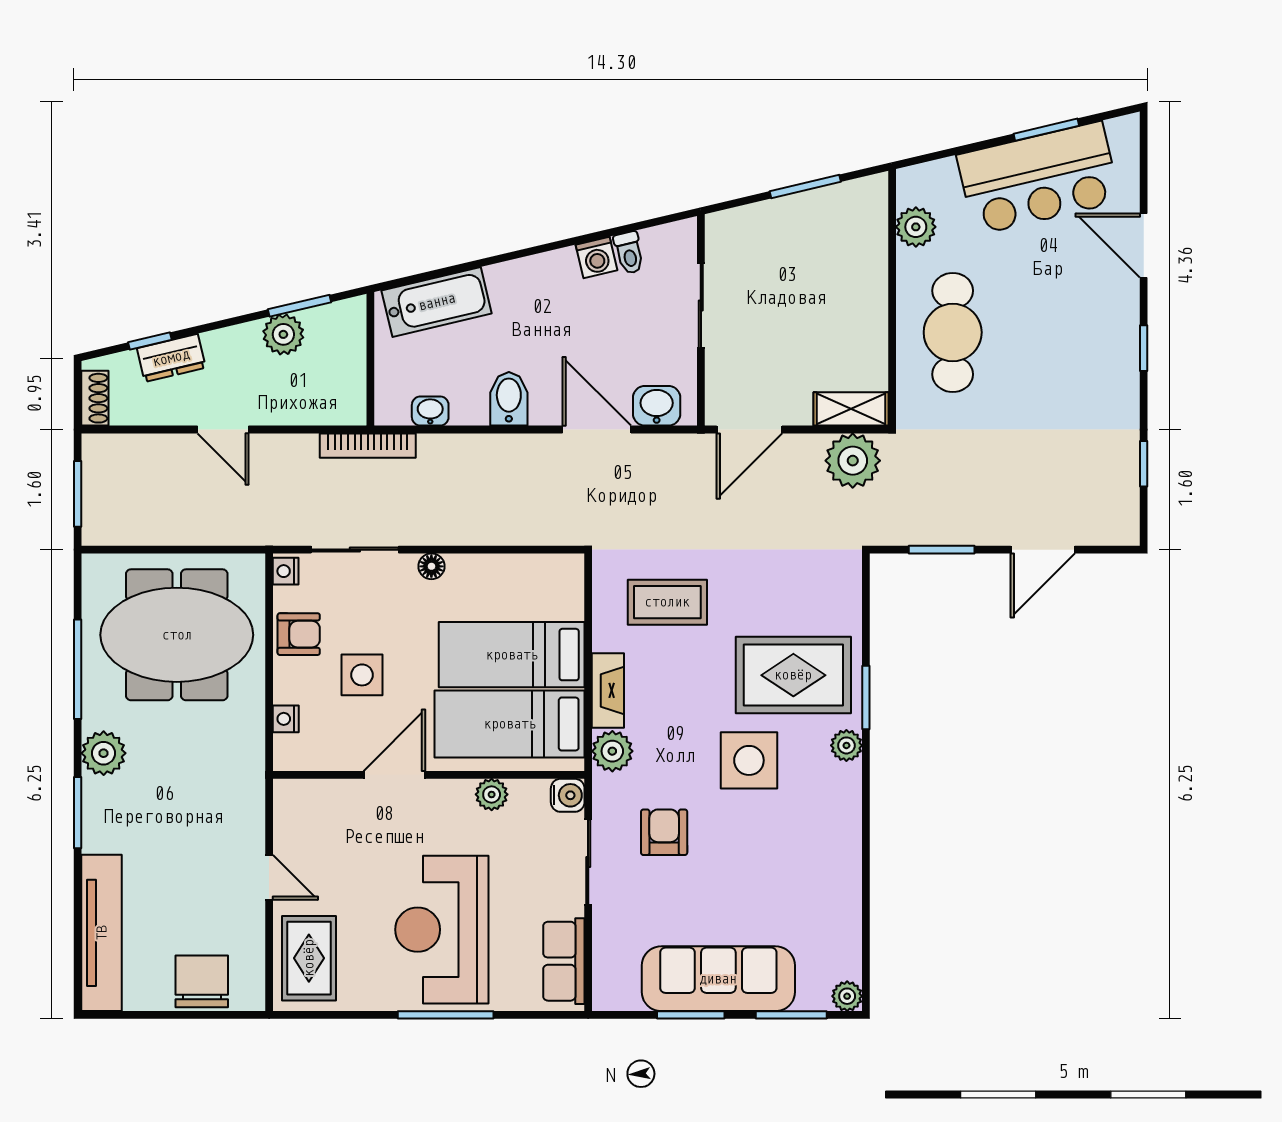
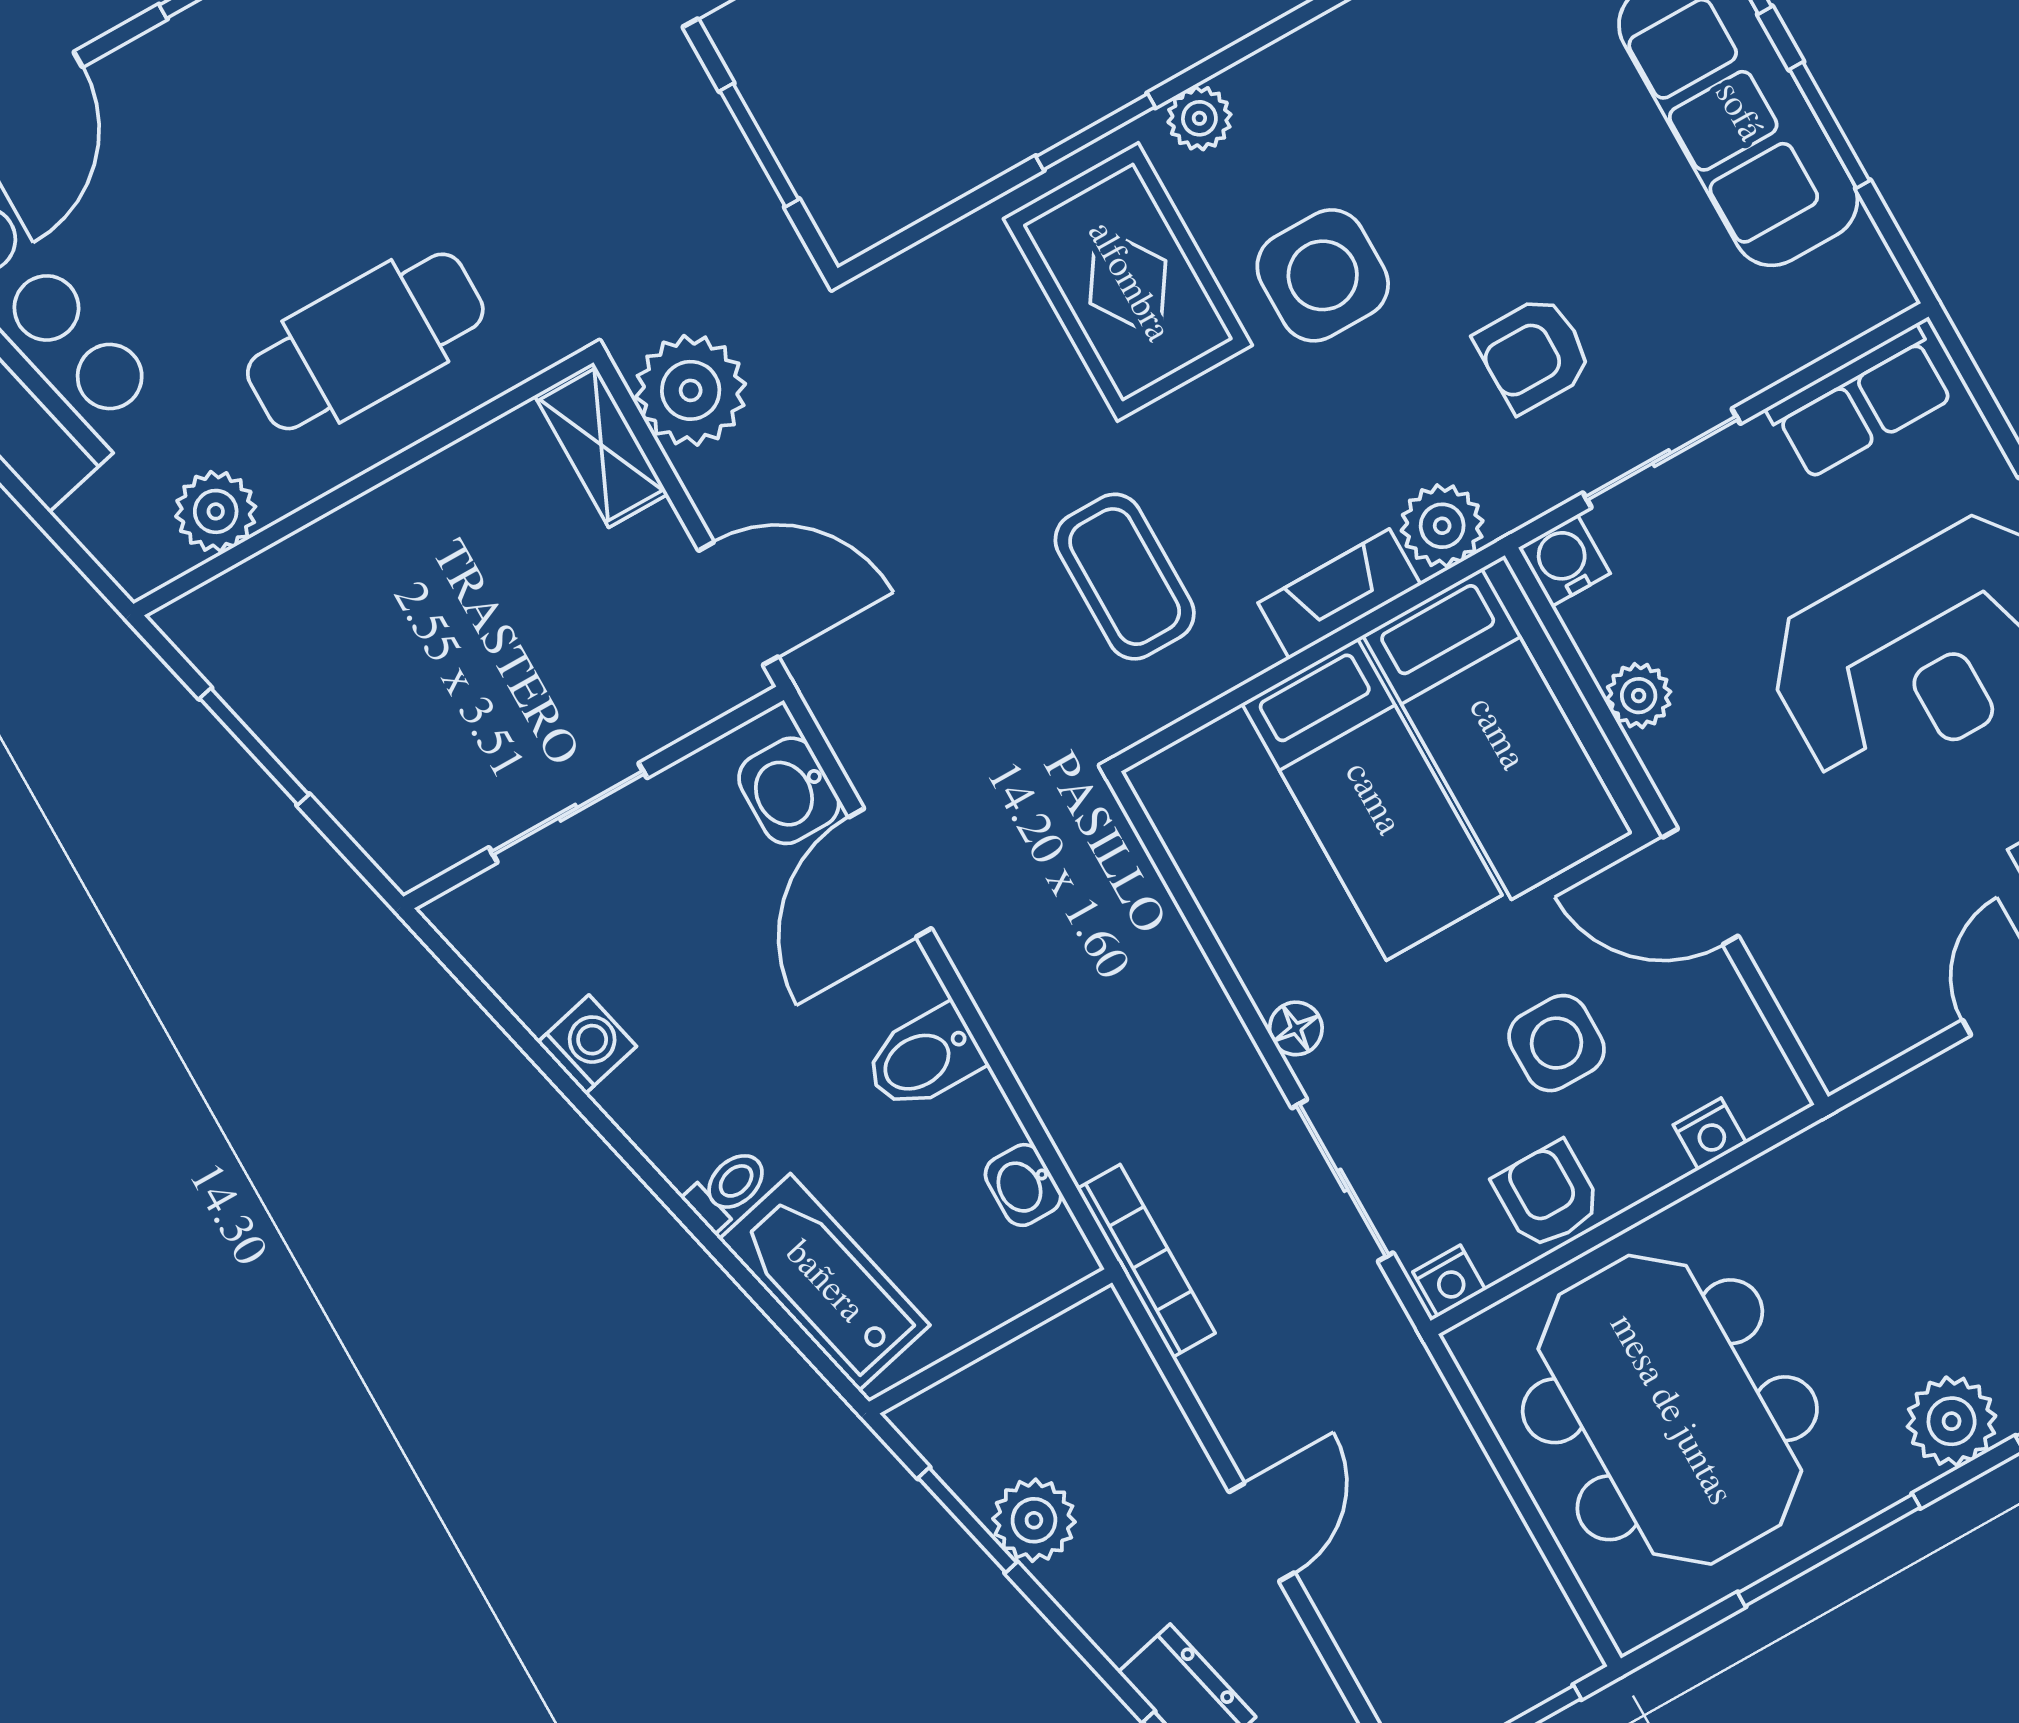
toilet: (629, 253) -> (728, 1189), moved

